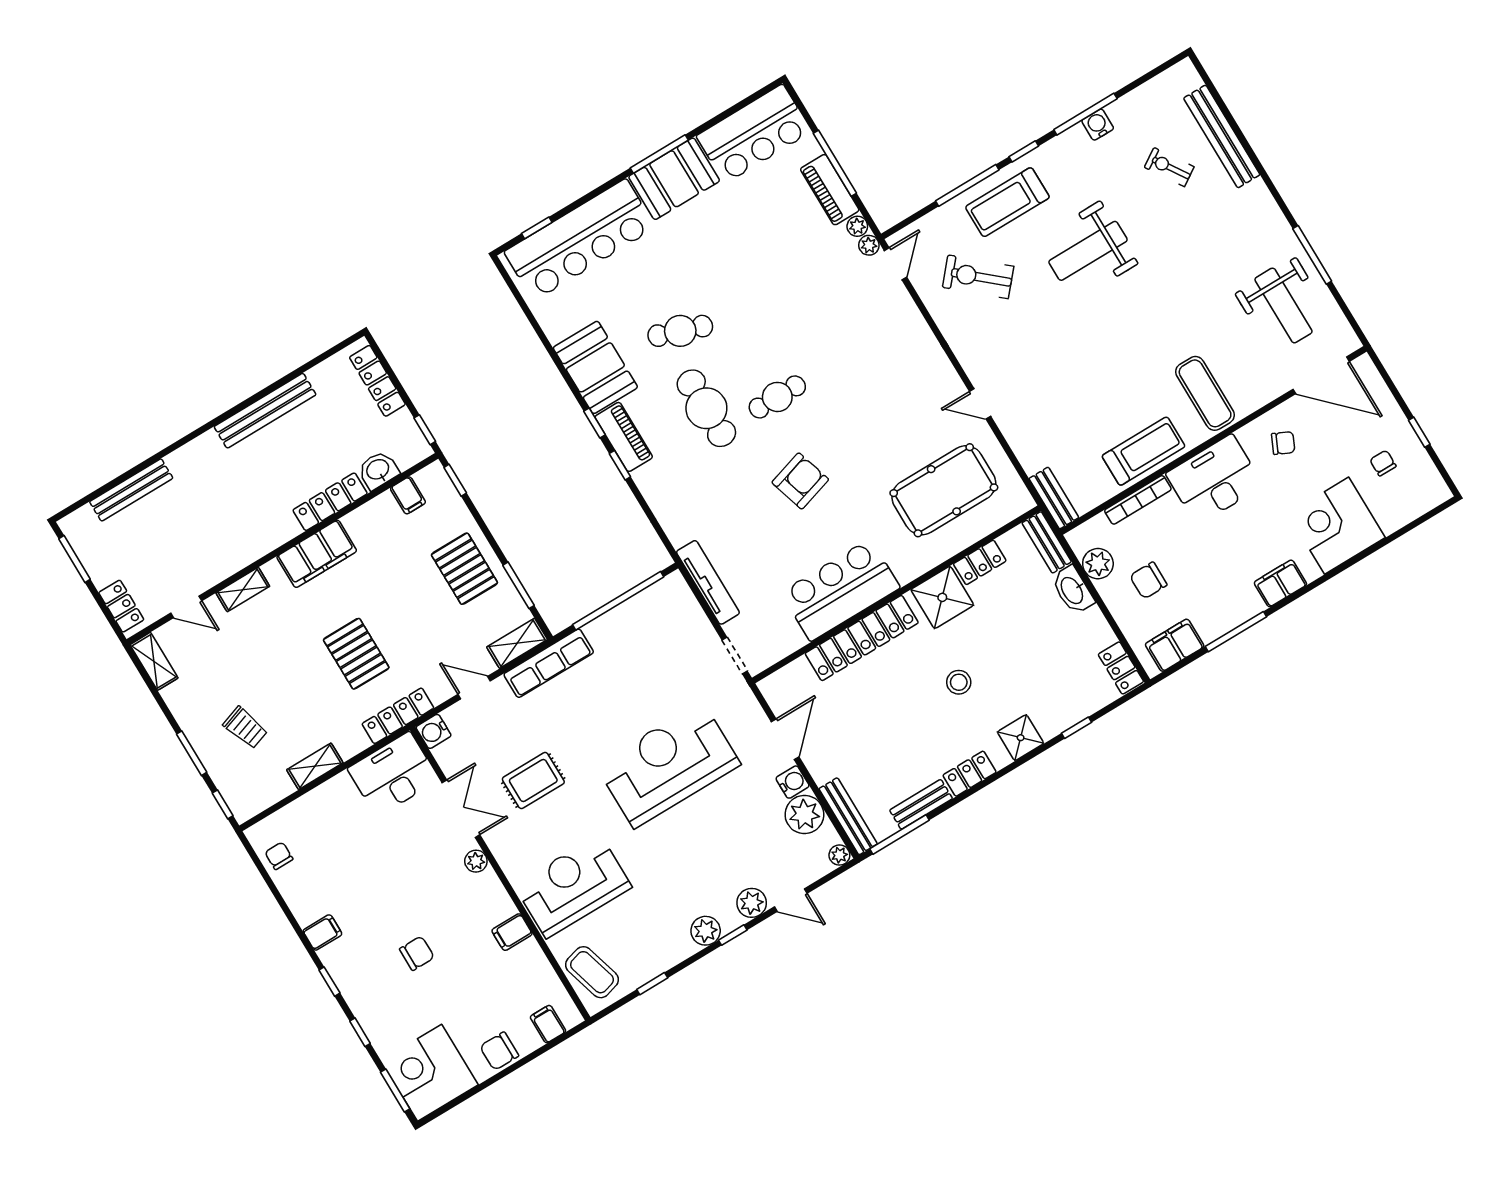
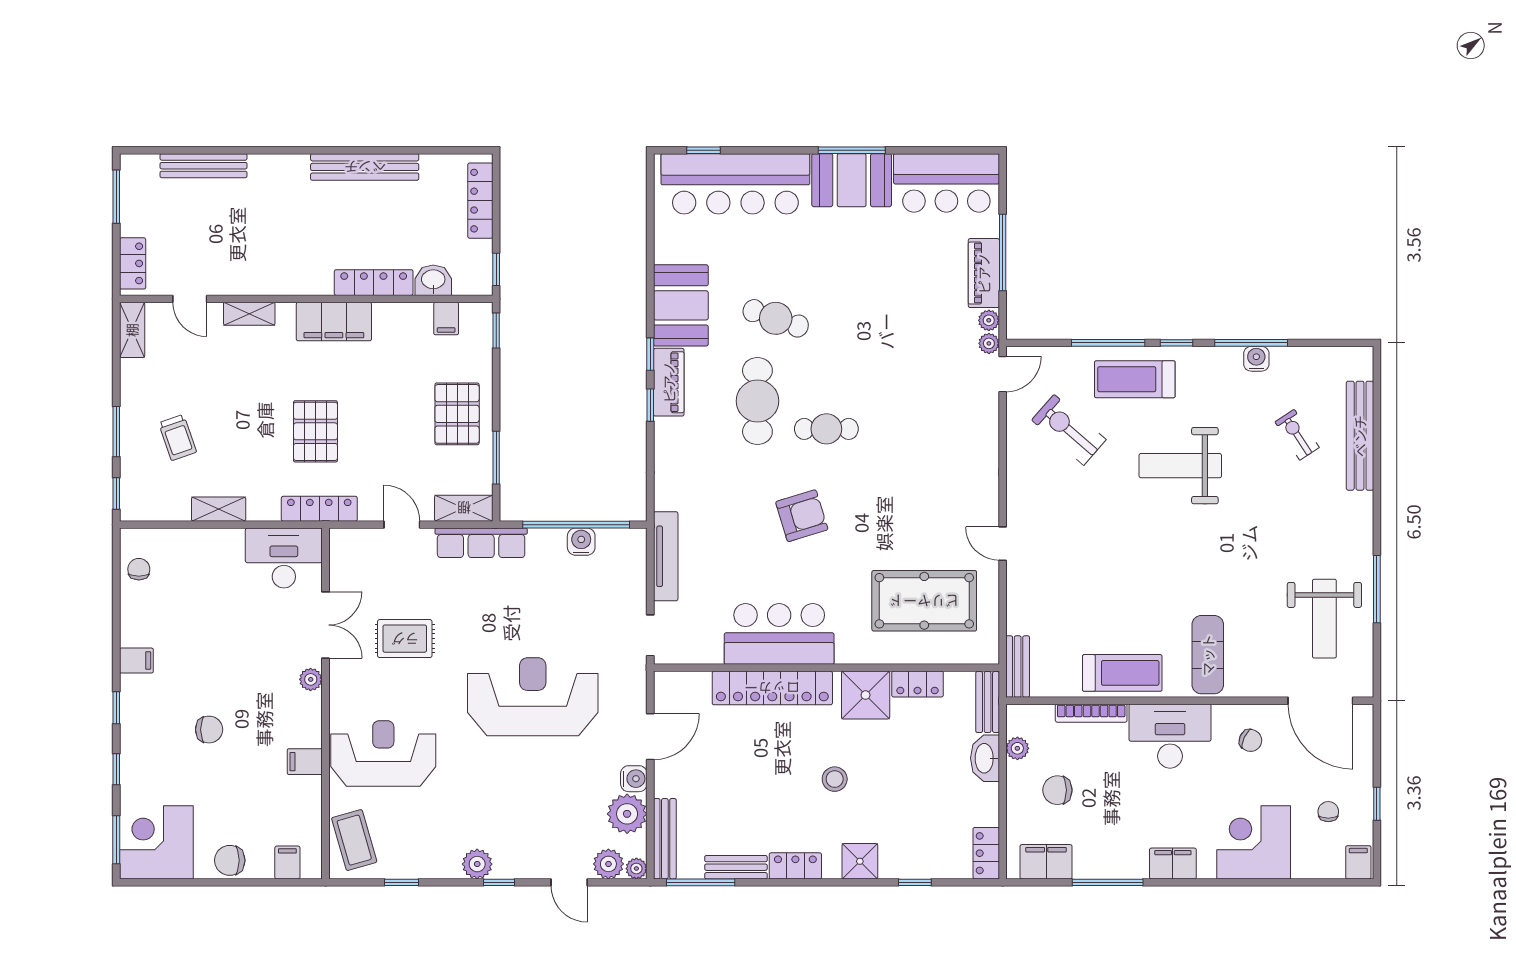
filing cabinet: (1433, 490) -> (1358, 862), added
plant: (1098, 564) -> (1017, 748), width x0.73, depth x0.73
water cooler: (434, 731) -> (581, 542), moved, turned 90
plant: (752, 903) -> (608, 864), moved

